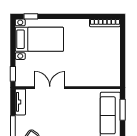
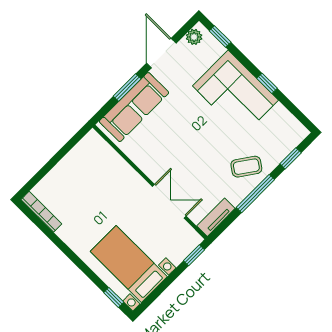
double door: (50, 88) -> (169, 201), swing flipped
window: (123, 110) -> (127, 87), moved

